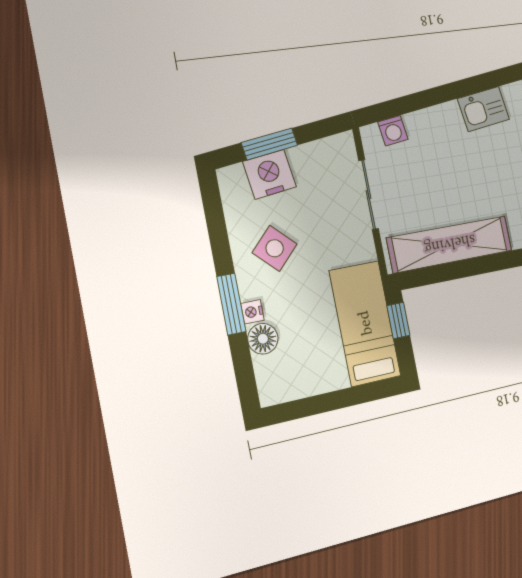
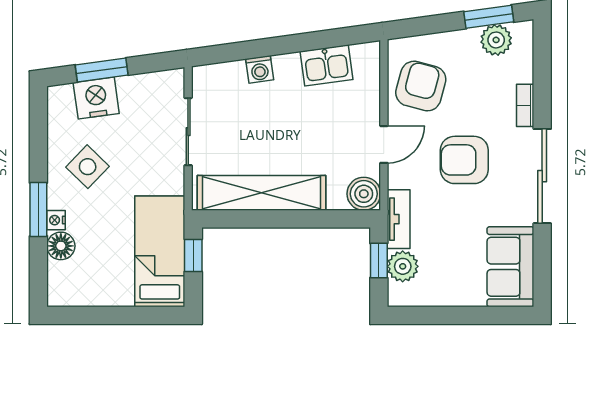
washing machine: (393, 131) -> (260, 69), moved

